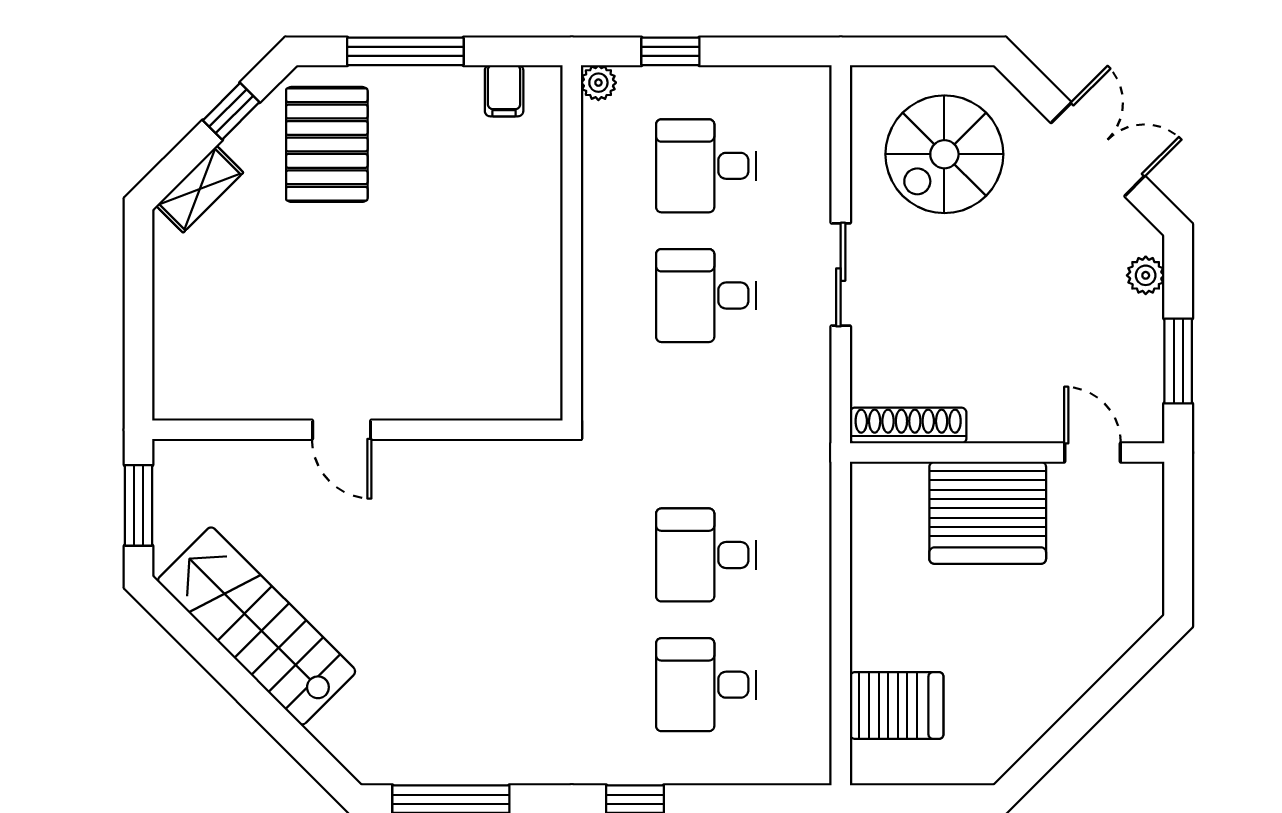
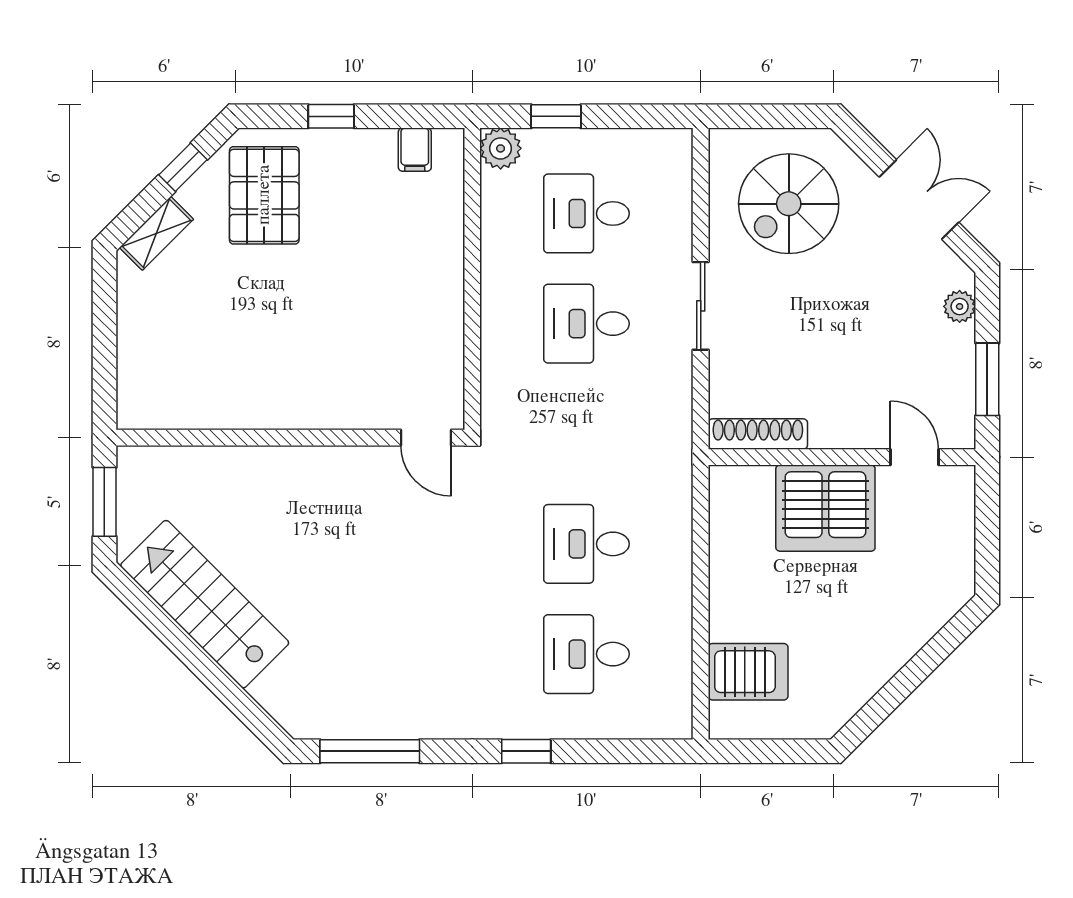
window: (405, 51) -> (331, 116), width x0.46
plant: (598, 83) -> (501, 148), width x1.38, depth x1.38
door: (342, 430) -> (426, 438), moved

